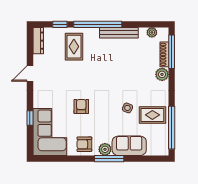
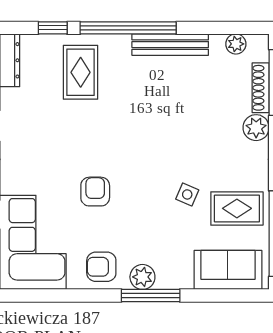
sofa: (129, 146) -> (228, 270), moved

